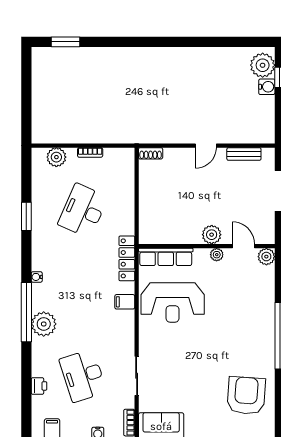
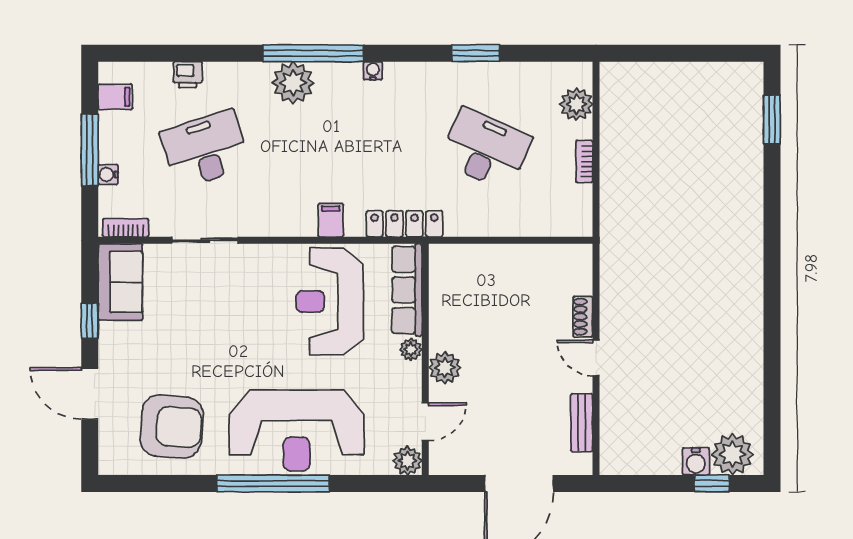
shoe rack: (151, 153) -> (583, 317), moved
plant: (217, 255) -> (411, 349), moved
reception desk: (249, 322) -> (297, 430), added

